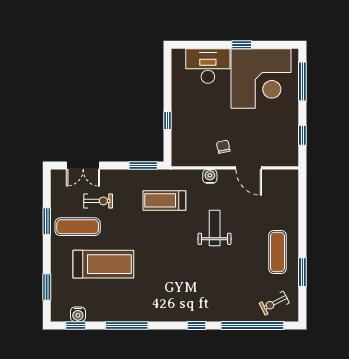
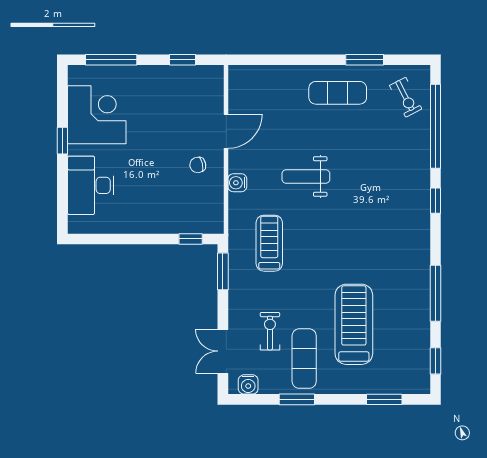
corner desk: (261, 79) -> (97, 115), width x0.74, depth x0.74
window: (168, 120) -> (191, 239), moved
double door: (83, 166) -> (223, 351), swing flipped
treadmill: (164, 200) -> (269, 243), turned 180
water cooler: (78, 314) -> (248, 384), moved, turned 90

